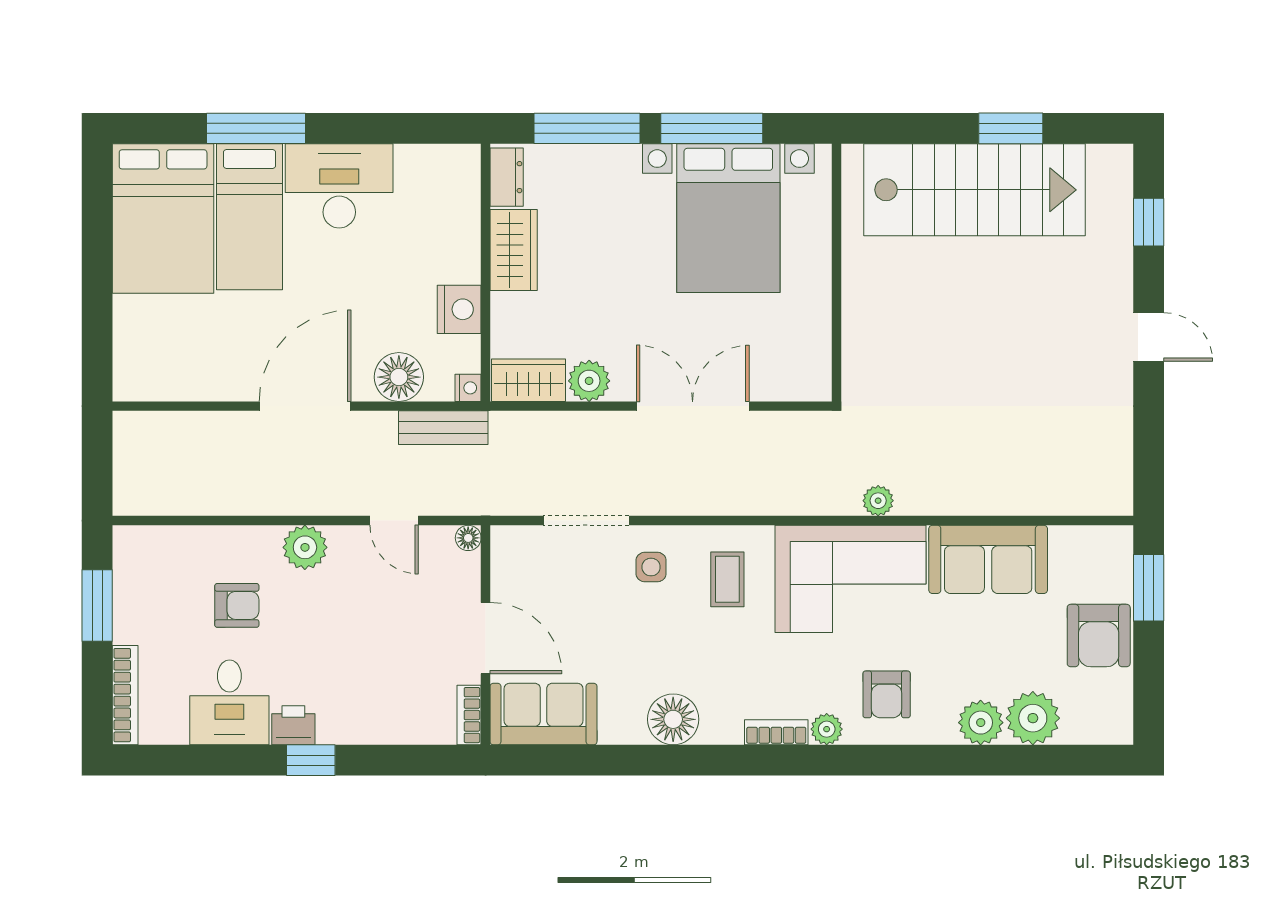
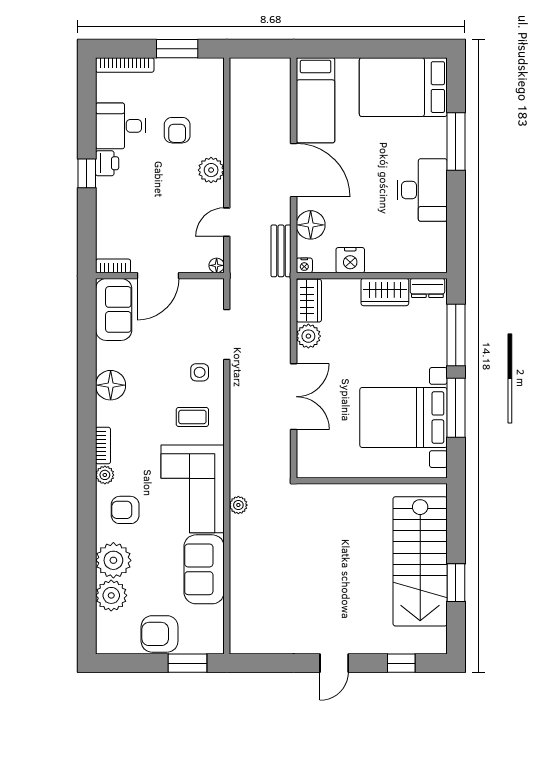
bed: (250, 217) -> (316, 100), moved, turned -90
plant: (981, 723) -> (113, 560), width x1.36, depth x1.36

